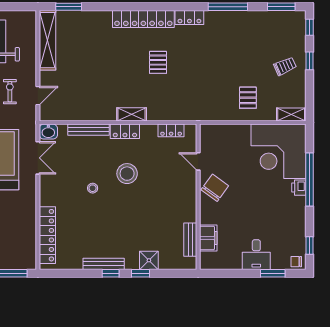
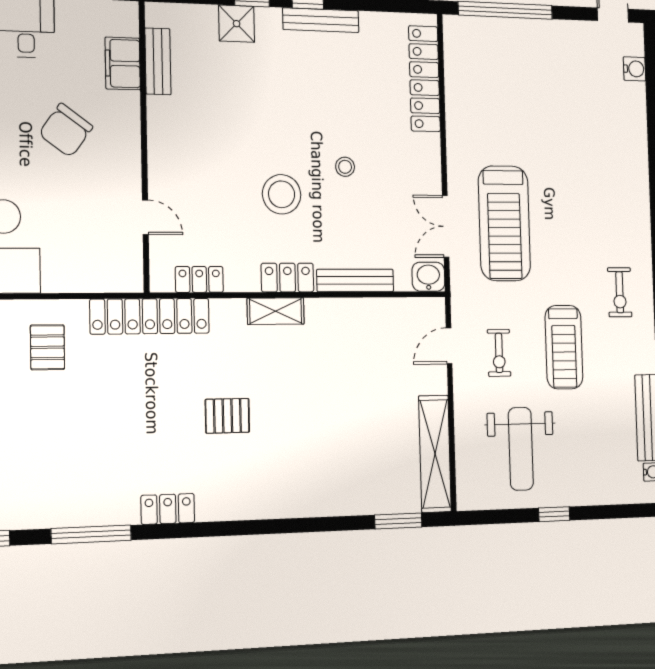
locker: (143, 19) -> (150, 316), moved, turned 180
pallet: (158, 62) -> (227, 416), turned 90
chair: (215, 188) -> (66, 130), moved

